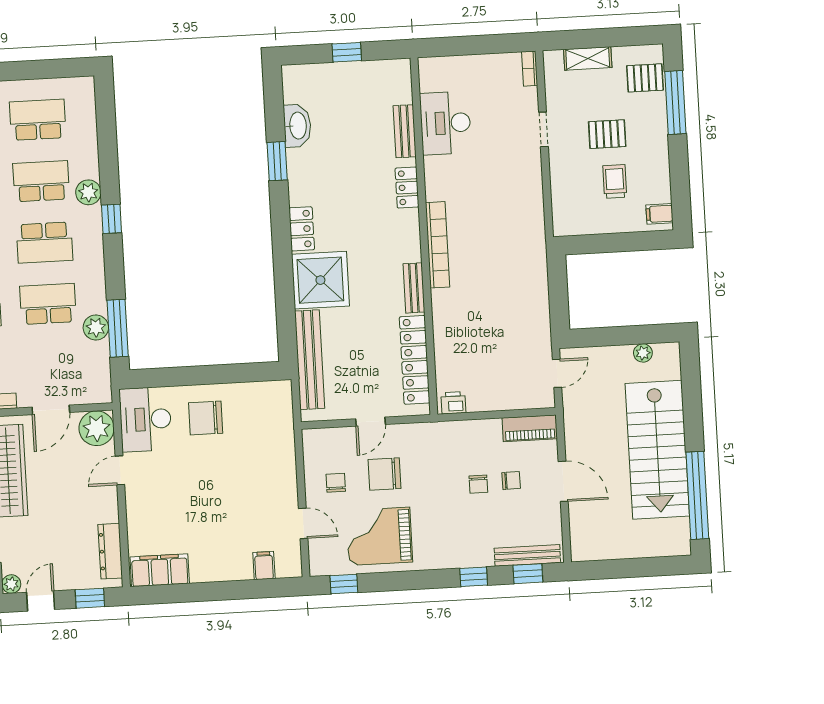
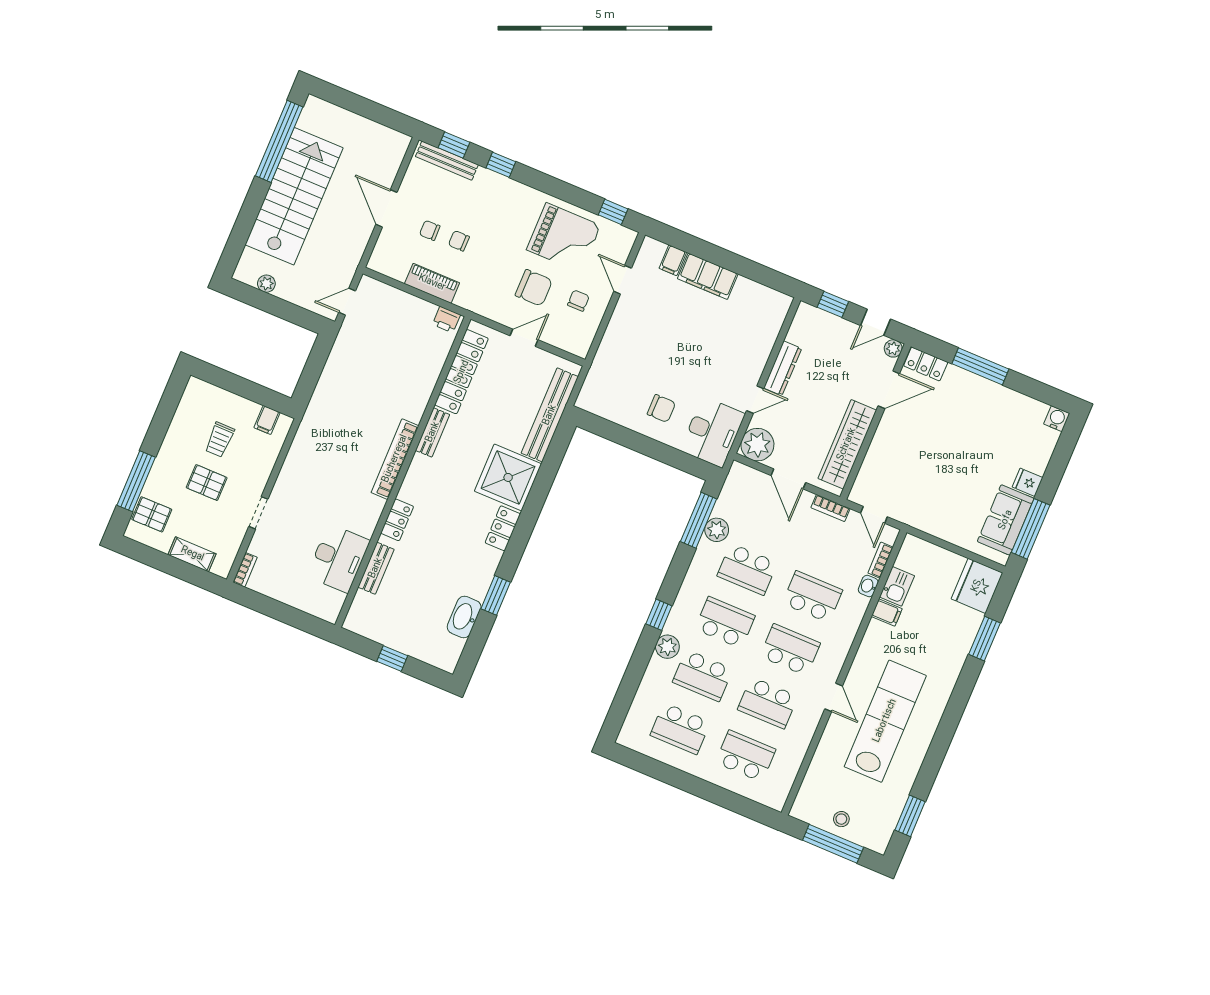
filing cabinet: (659, 214) -> (267, 420), moved, turned 90
door: (51, 410) -> (788, 479), swing flipped
chair: (206, 418) -> (661, 408), width x0.73, depth x0.73
piano: (530, 428) -> (432, 283), moved
chair: (336, 483) -> (578, 301), turned 180
chair: (478, 484) -> (459, 241), turned -90
dresser: (110, 551) -> (783, 368), moved
filing cabinet: (160, 570) -> (708, 276), moved

